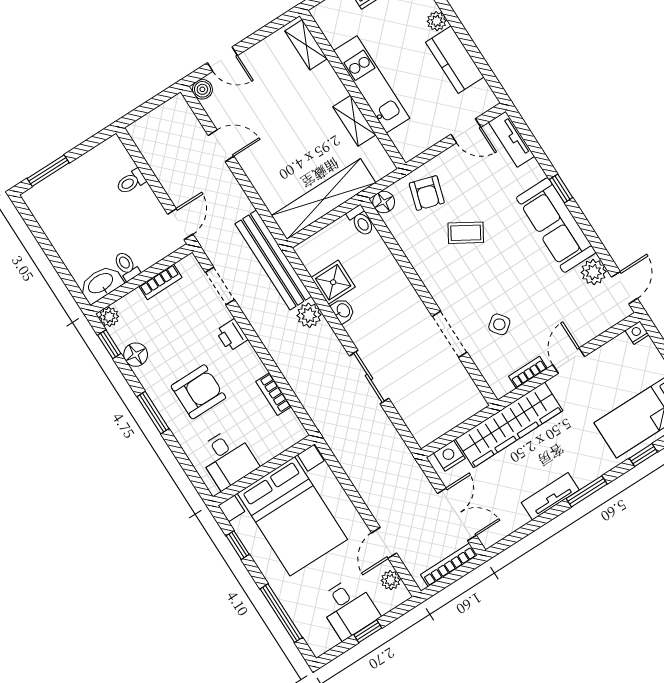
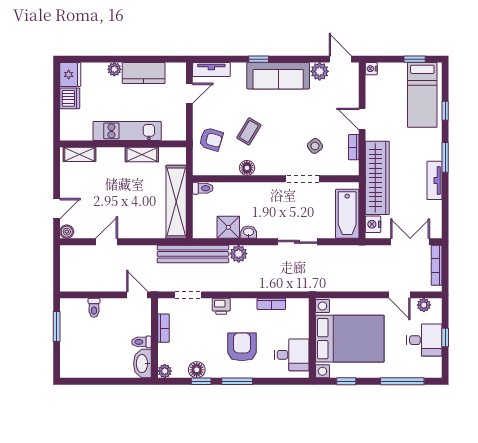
window: (48, 171) -> (57, 327), moved
floor lamp: (384, 202) -> (247, 168), moved
window: (109, 344) -> (201, 381), moved
bathtub: (442, 416) -> (347, 214), added

